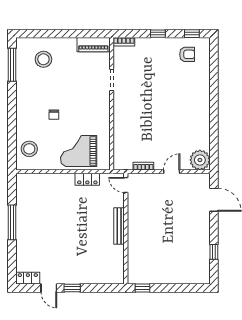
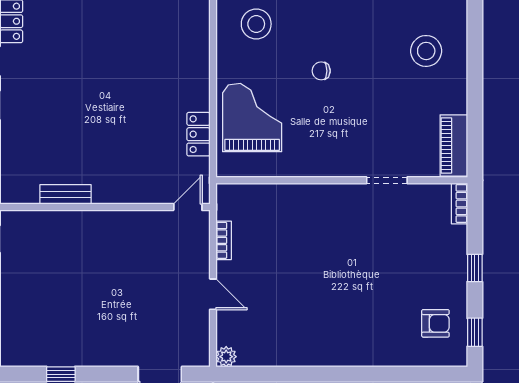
armchair: (187, 54) -> (435, 323), turned -90
plant: (200, 160) -> (226, 357), width x0.53, depth x0.53
bench: (119, 226) -> (66, 194), moved, width x0.73

